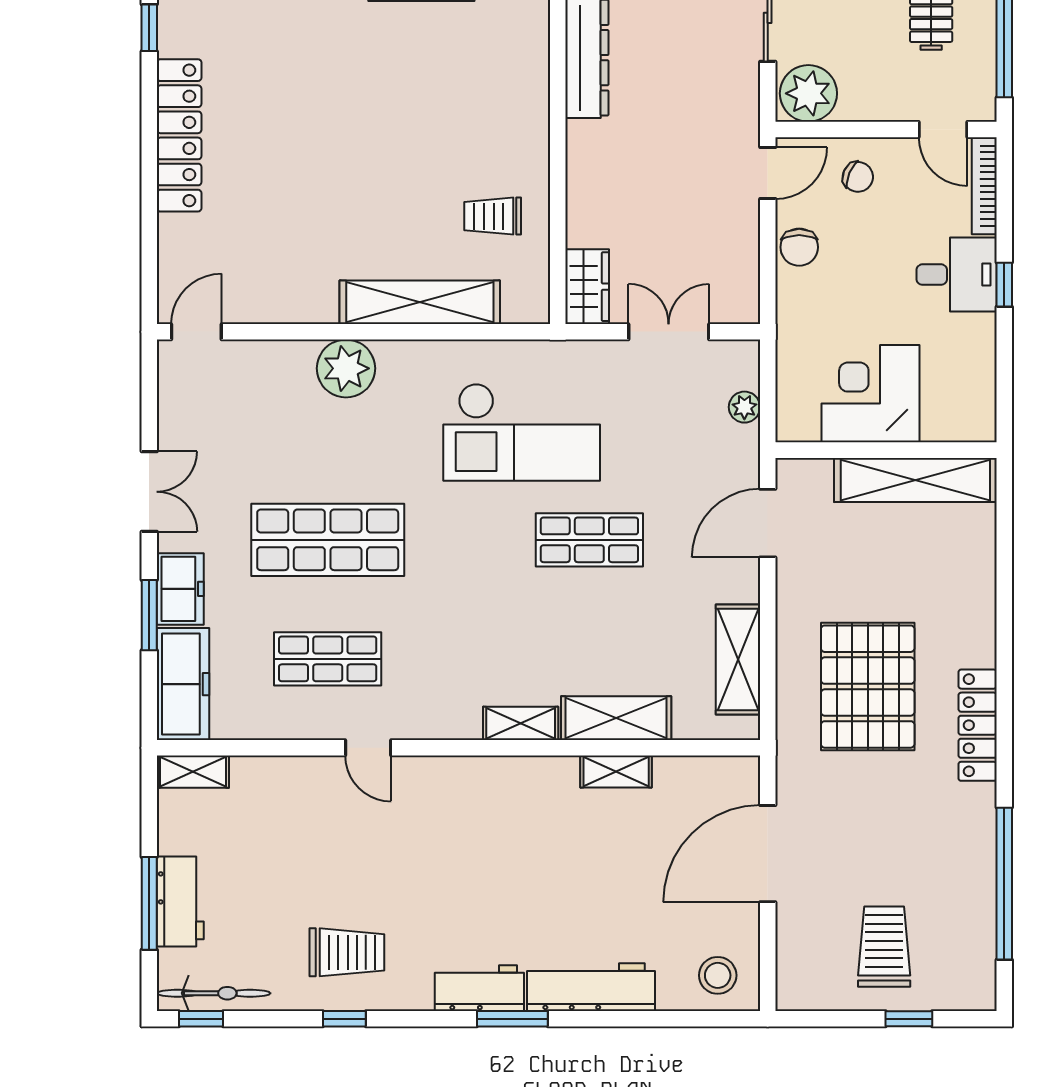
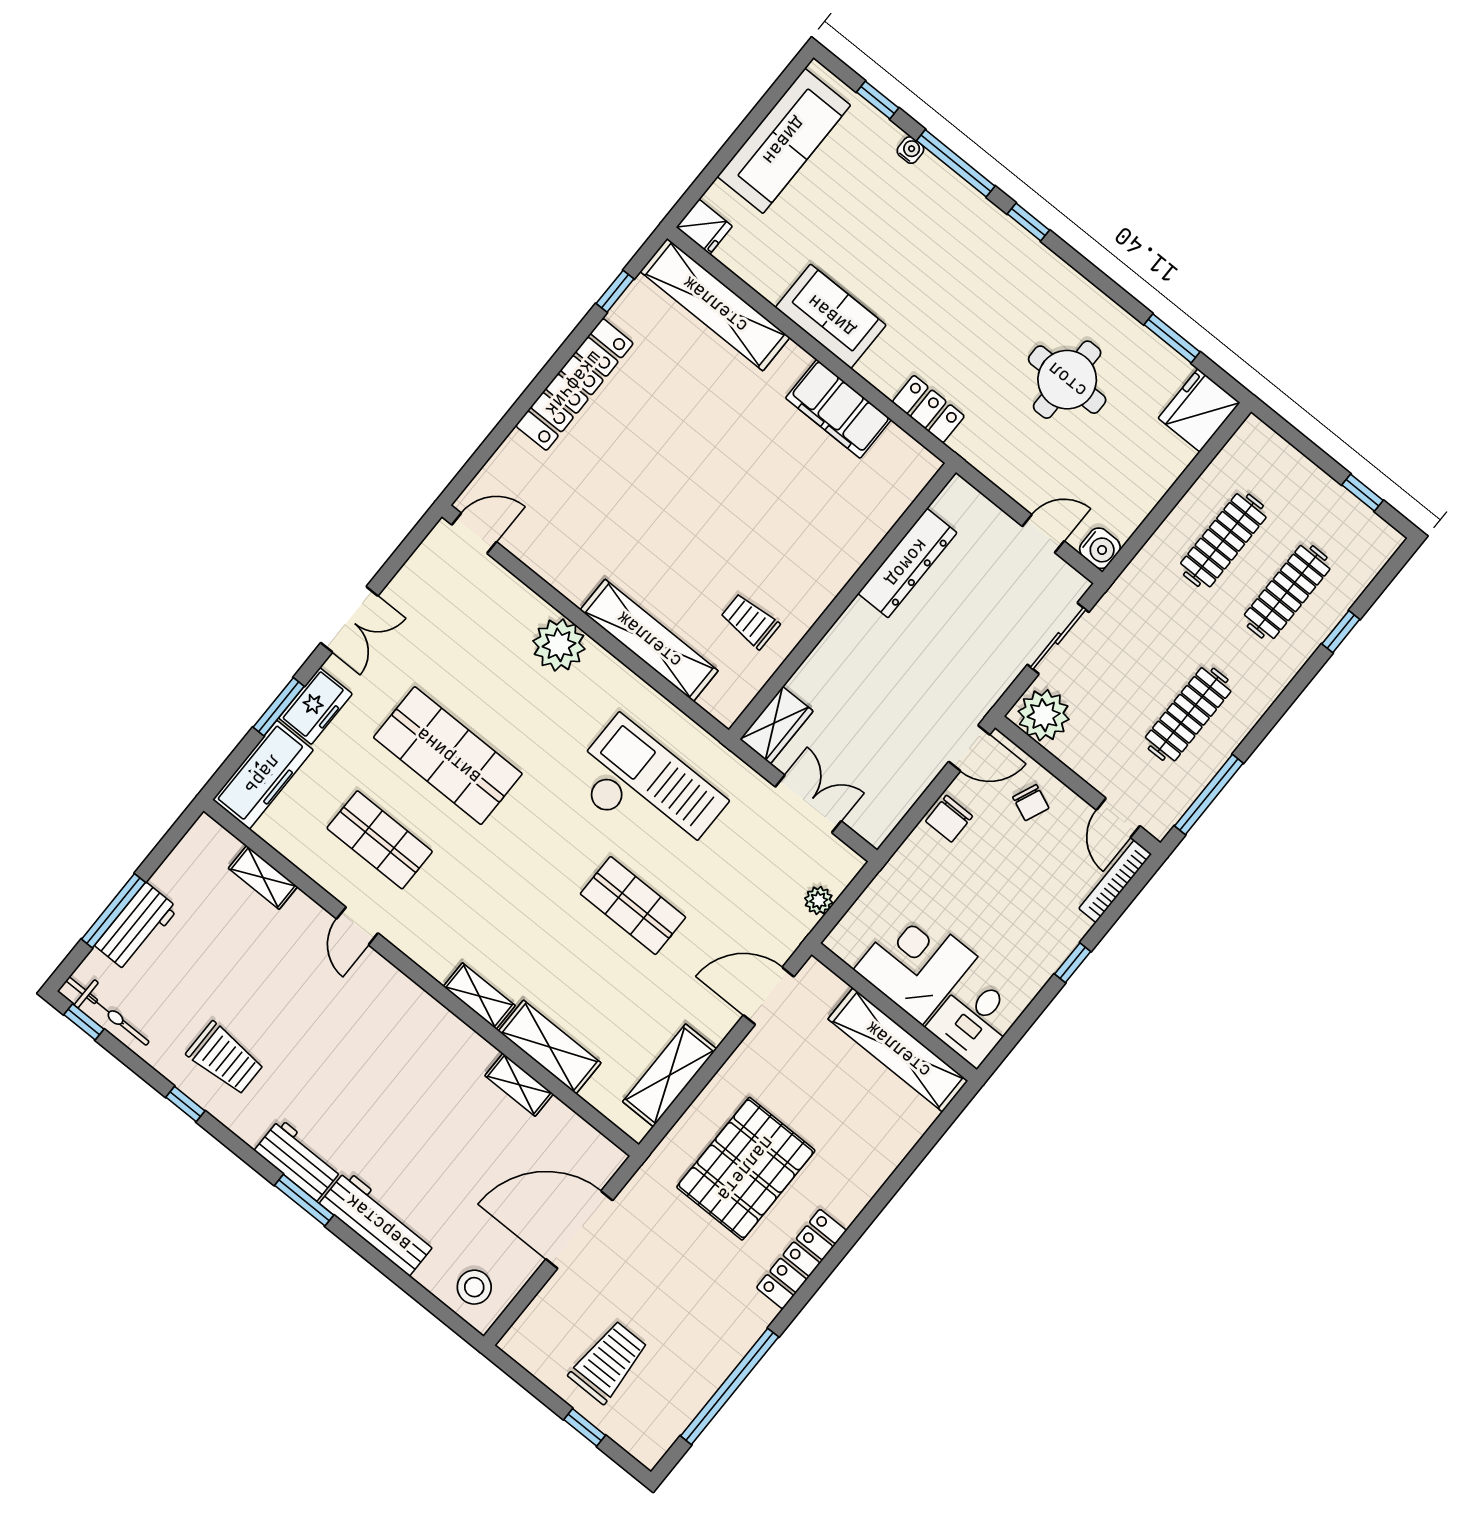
desk: (957, 275) -> (974, 1020), moved, turned 90
checkout: (522, 432) -> (647, 790), turned 180
shelving: (193, 772) -> (263, 877), moved

